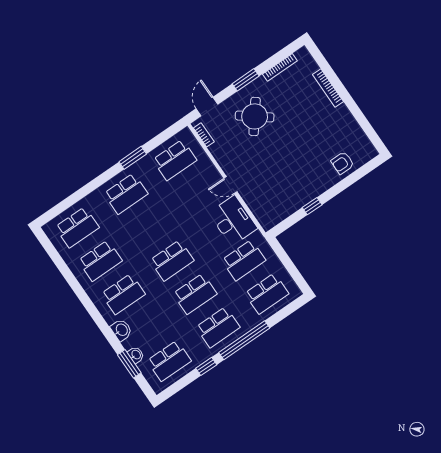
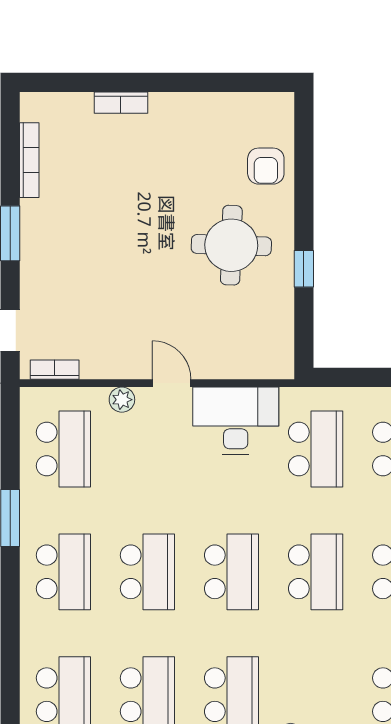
bookcase: (328, 88) -> (121, 103), width x0.64
round table: (255, 116) -> (231, 245), moved, turned -36
plant: (210, 170) -> (122, 400), added
door: (230, 185) -> (172, 383), swing flipped
school desk: (149, 227) -> (147, 572), added

